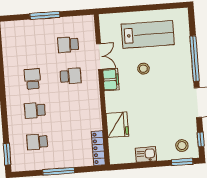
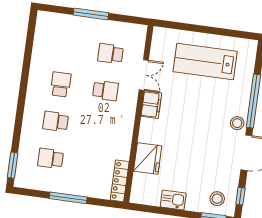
lab bench: (148, 34) -> (205, 62), turned 180
stool: (143, 69) -> (237, 123), moved

